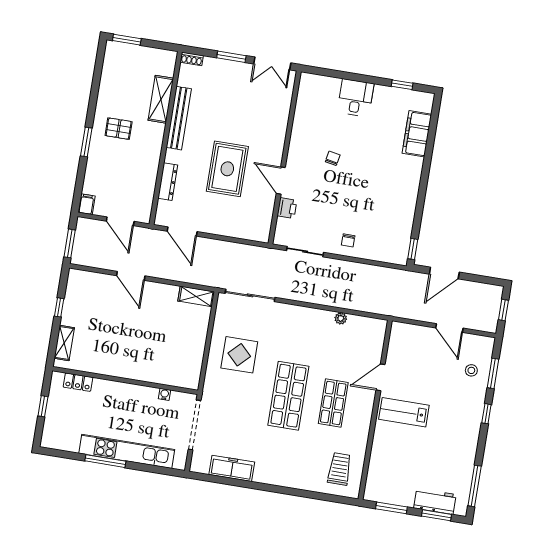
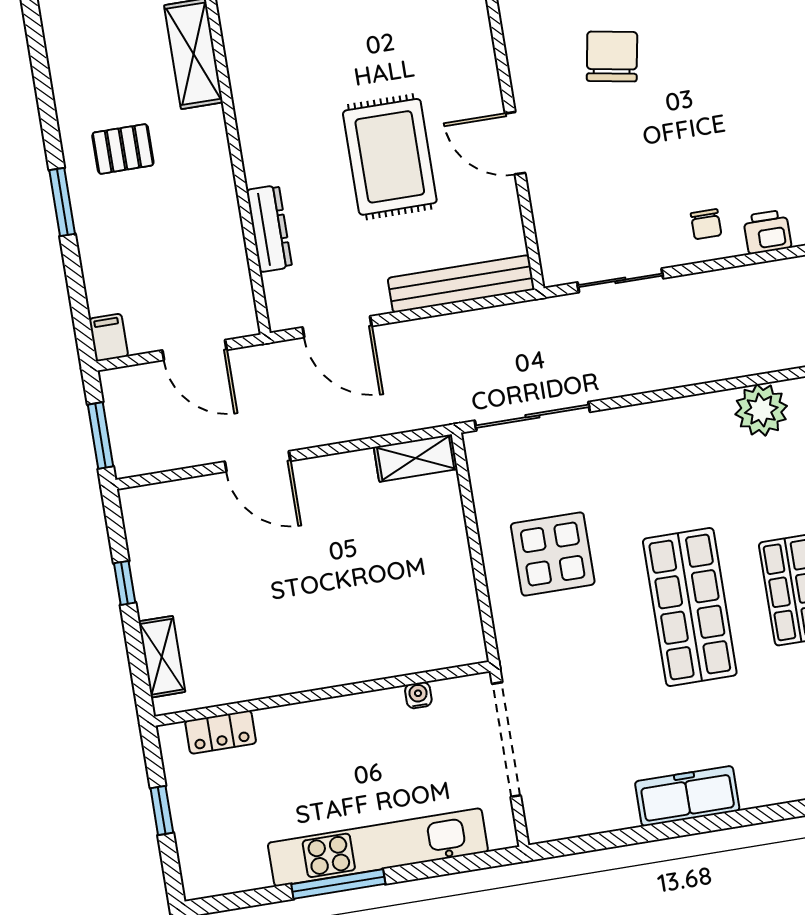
bench: (179, 118) -> (461, 284), moved, turned 90
chair: (333, 158) -> (612, 56), width x1.87, depth x1.87
printer: (287, 208) -> (767, 232), moved, turned -90
plant: (341, 318) -> (761, 410), width x1.88, depth x1.88
freezer: (232, 468) -> (687, 796), moved

